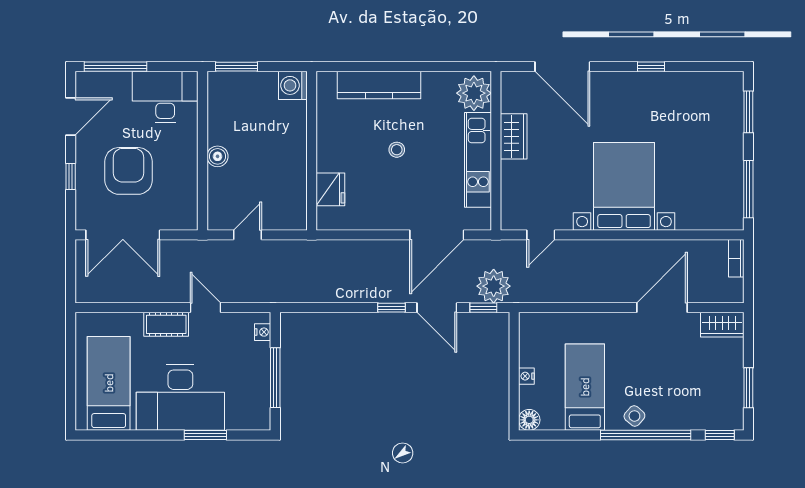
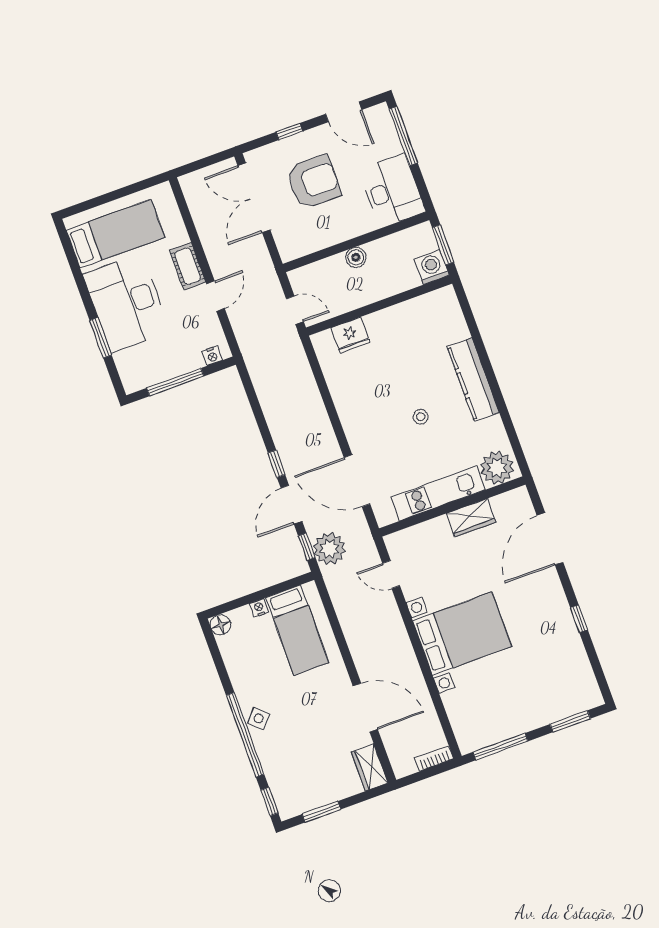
washing machine: (293, 85) -> (432, 267), moved
wall: (312, 151) -> (379, 306), moved
fridge: (330, 189) -> (350, 335), moved
bed: (585, 387) -> (297, 630), moved, turned 90

